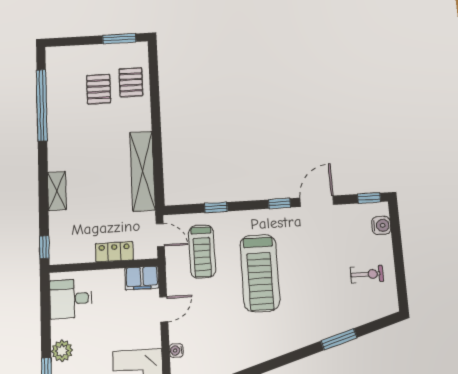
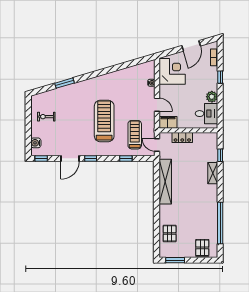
pallet: (99, 89) -> (202, 248), moved
window: (44, 247) -> (220, 155), moved
door: (164, 309) -> (157, 105), swing flipped
plant: (62, 351) -> (212, 97), moved

